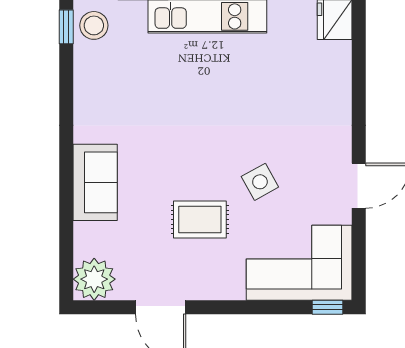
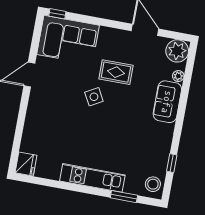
window: (66, 27) -> (172, 163), moved
side table: (260, 182) -> (94, 97), moved
plant: (84, 233) -> (178, 76), added

